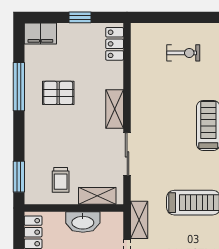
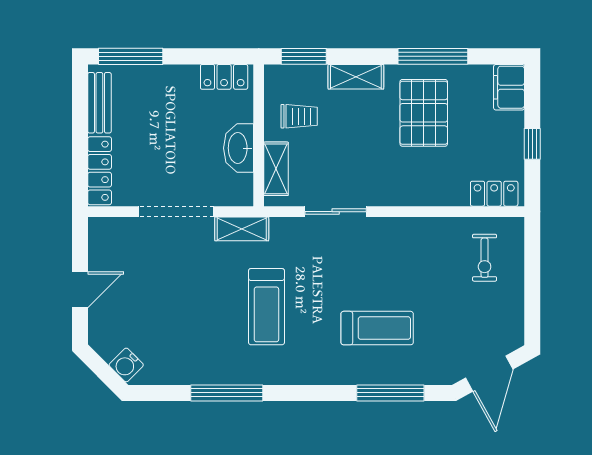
exercise bike: (183, 53) -> (485, 258), moved
pallet: (58, 93) -> (424, 113), width x1.50, depth x1.42
shelving: (115, 109) -> (356, 77), moved
trolley: (61, 180) -> (299, 116), turned 180

